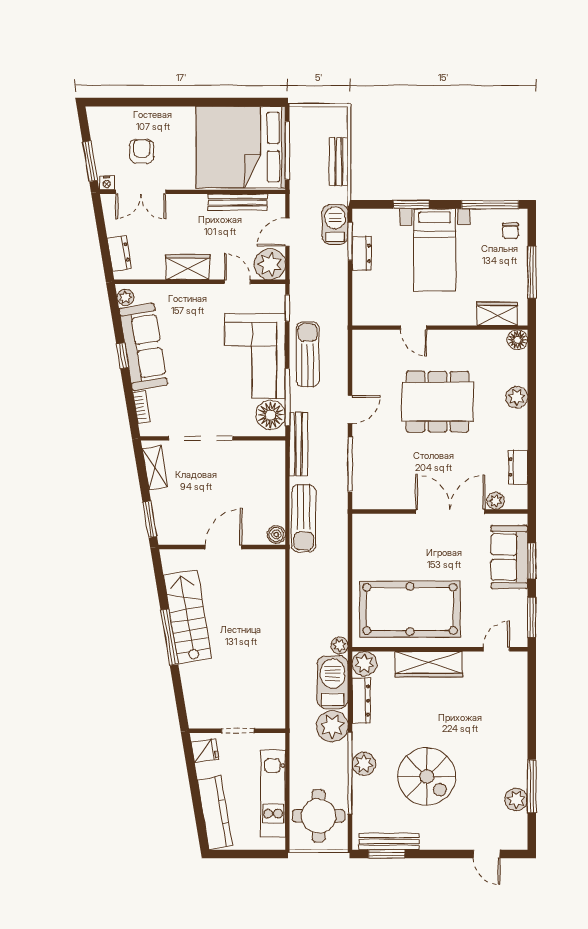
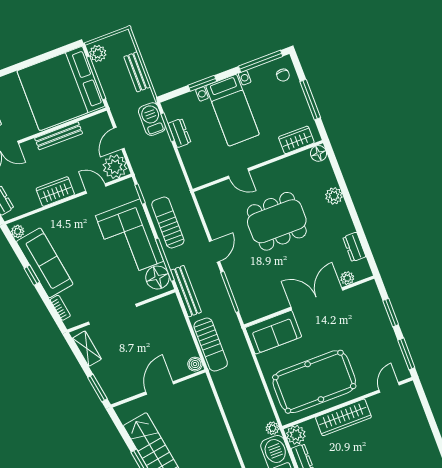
plant: (300, 122) -> (98, 53), added
bench: (238, 202) -> (59, 136), moved
sofa: (509, 557) -> (273, 332), moved, turned -90

